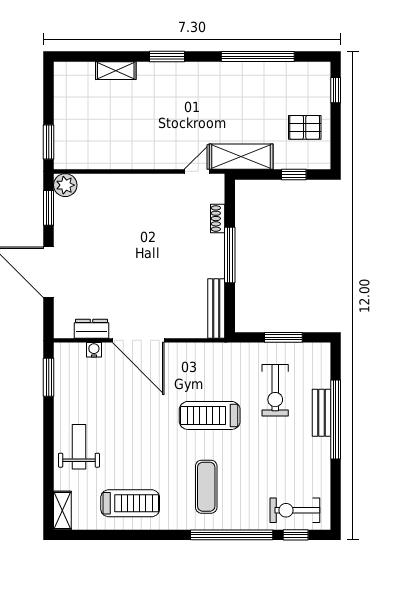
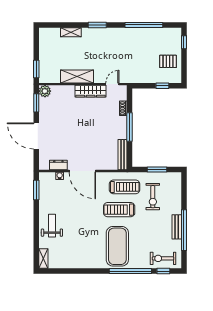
shelving: (241, 157) -> (77, 76), moved
wardrobe: (154, 185) -> (91, 91), added
bench: (322, 413) -> (177, 227), moved
window: (336, 420) -> (184, 230), moved
exercise mat: (206, 487) -> (117, 246), width x2.00, depth x1.45
treadmill: (130, 503) -> (124, 187), moved

